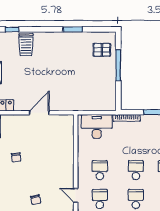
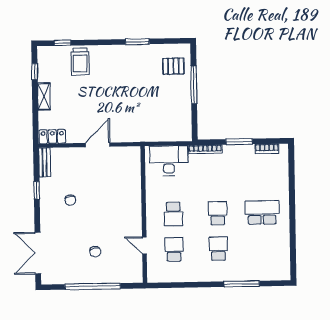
school desk: (100, 170) -> (173, 214), turned 180

